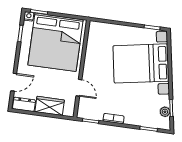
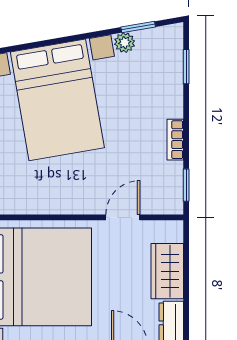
plant: (165, 112) -> (125, 43), moved

